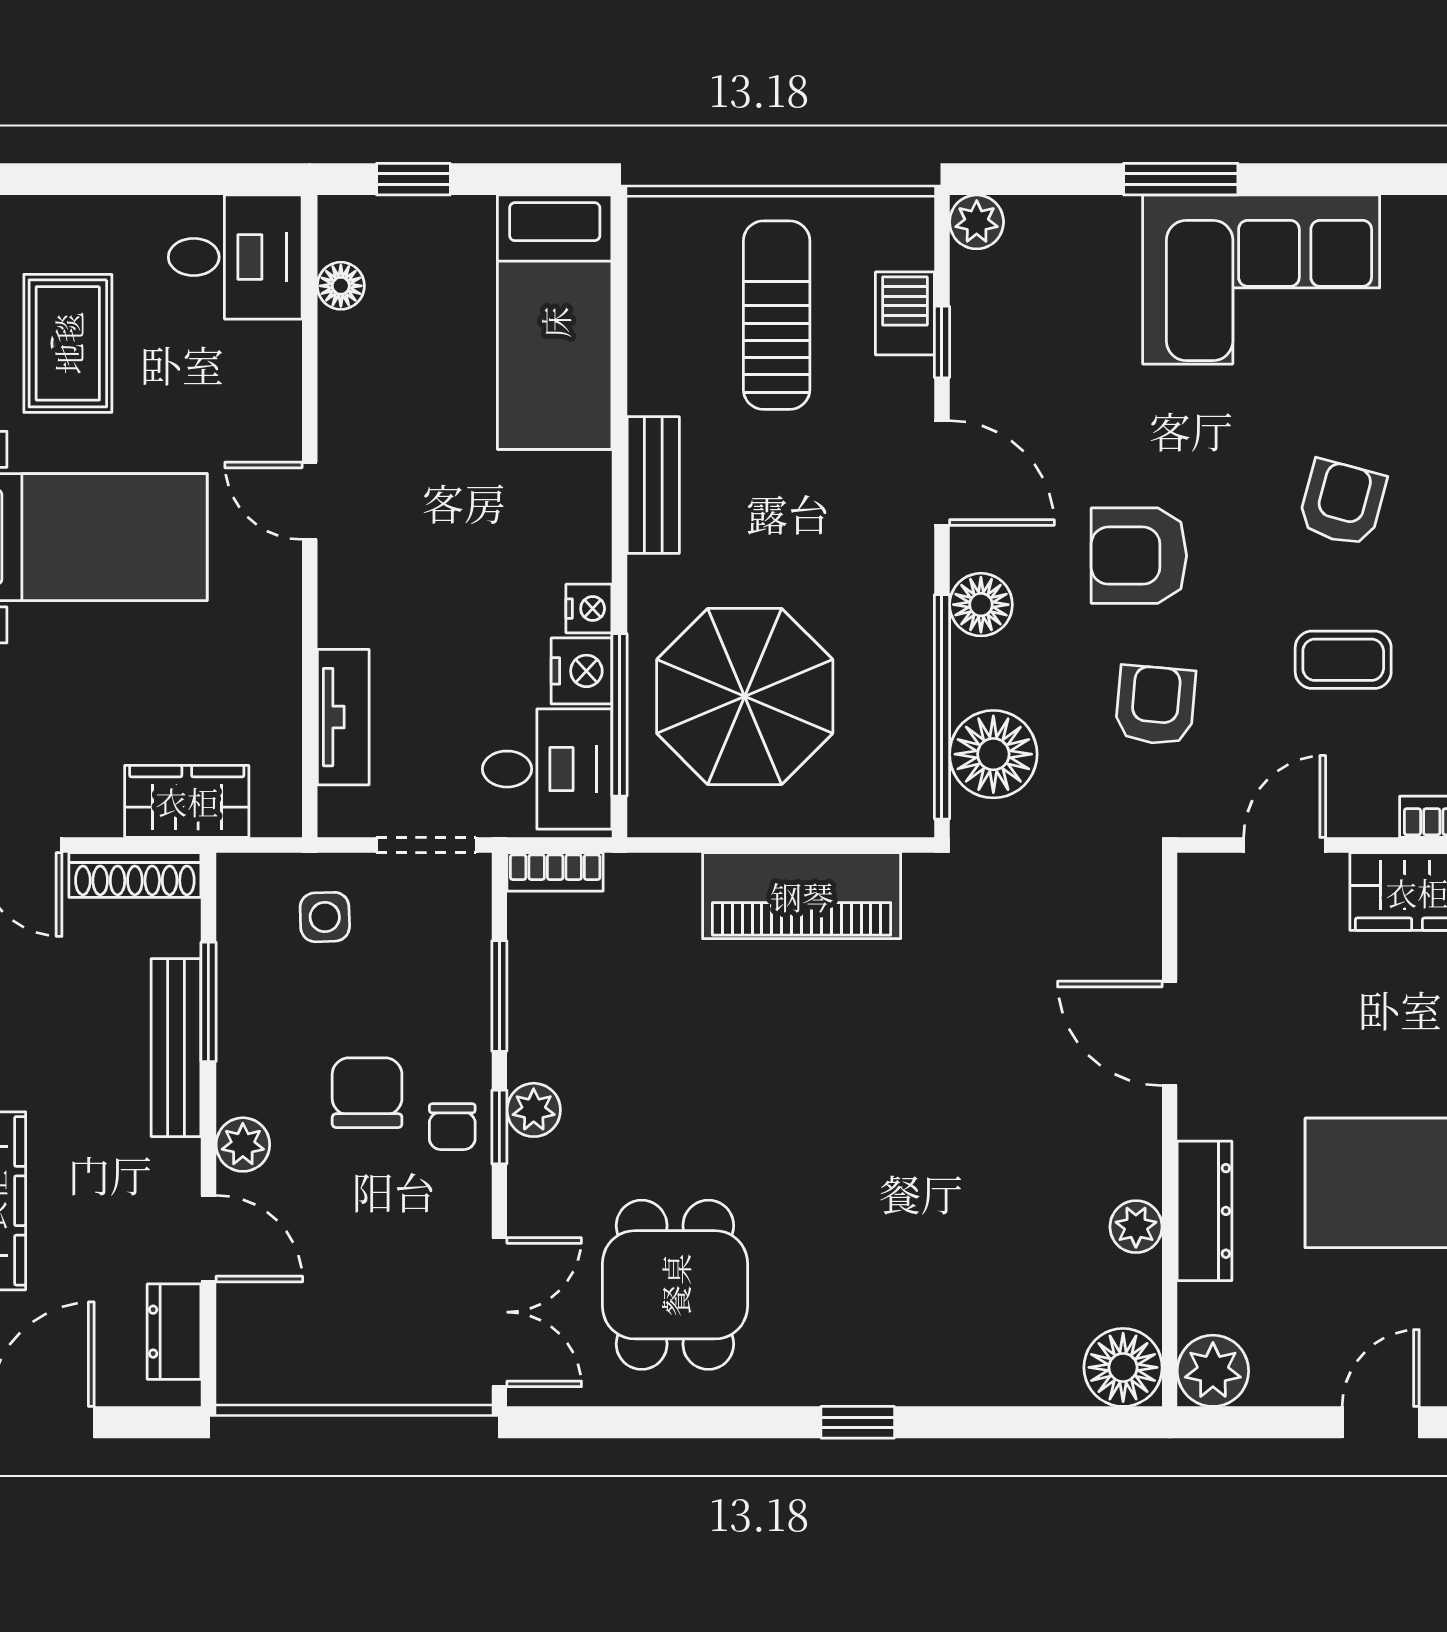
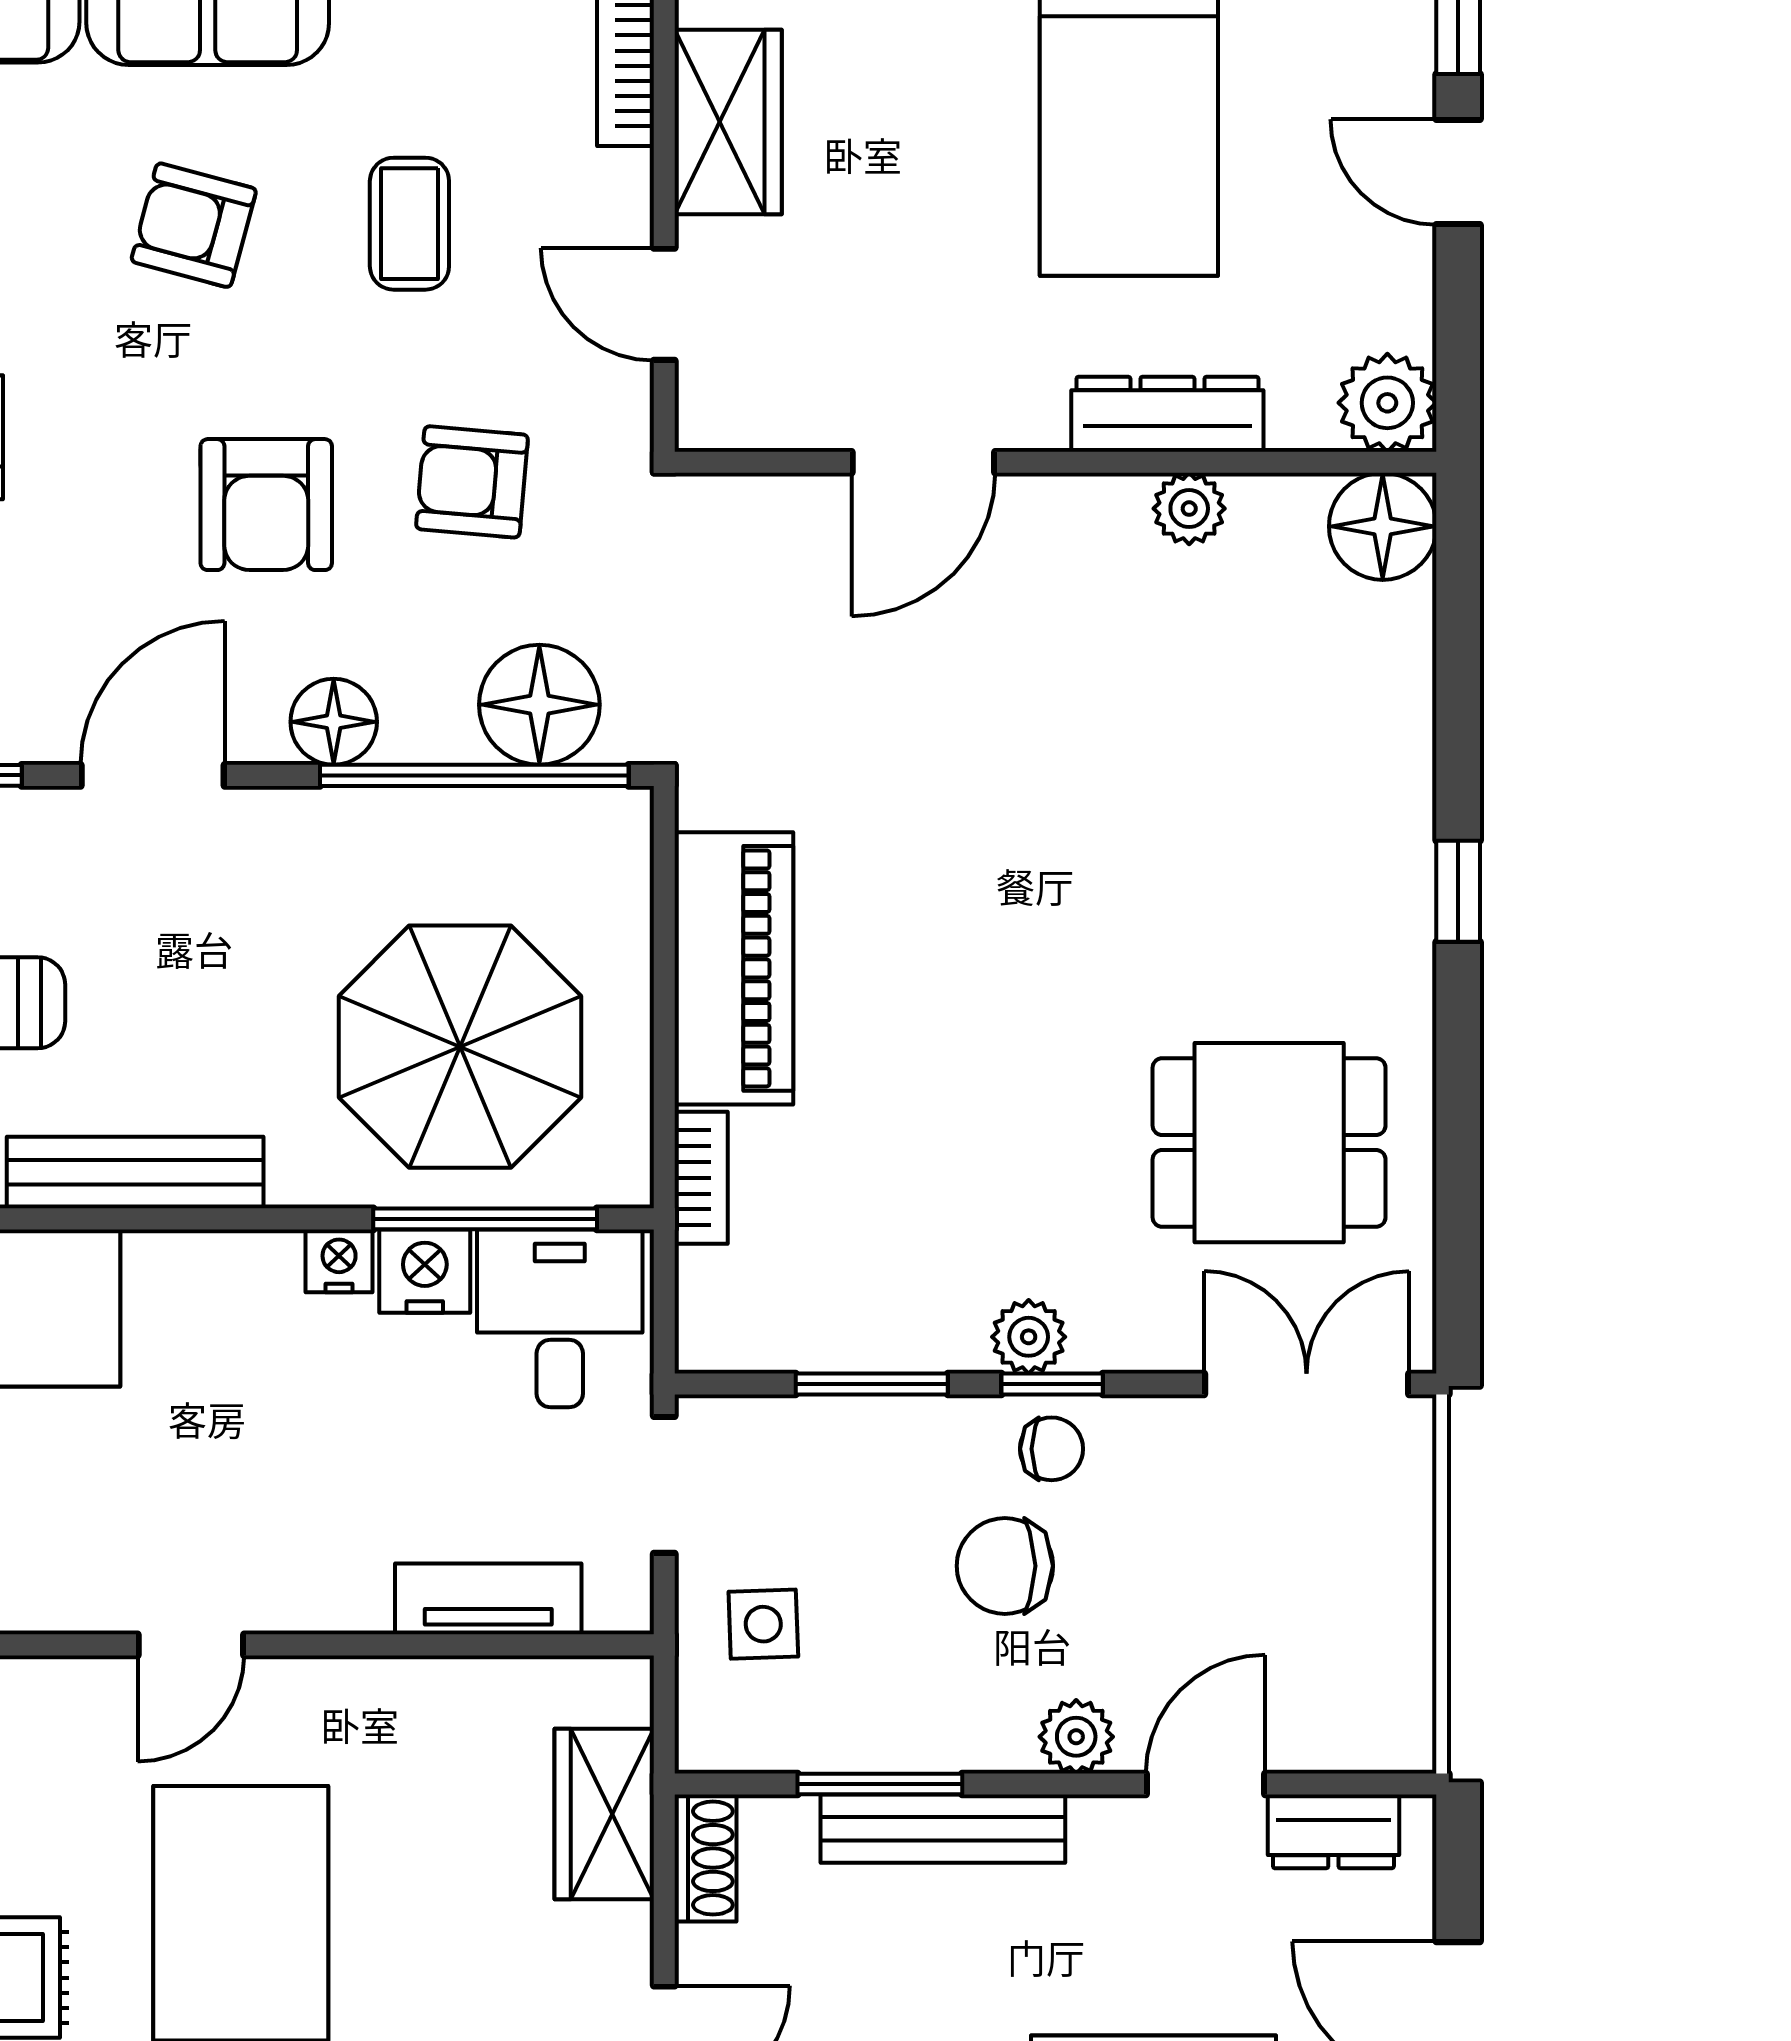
bench: (653, 485) -> (135, 1172), width x1.36
bookcase: (555, 872) -> (701, 1178), moved
shoe rack: (135, 875) -> (706, 1858), width x0.70

